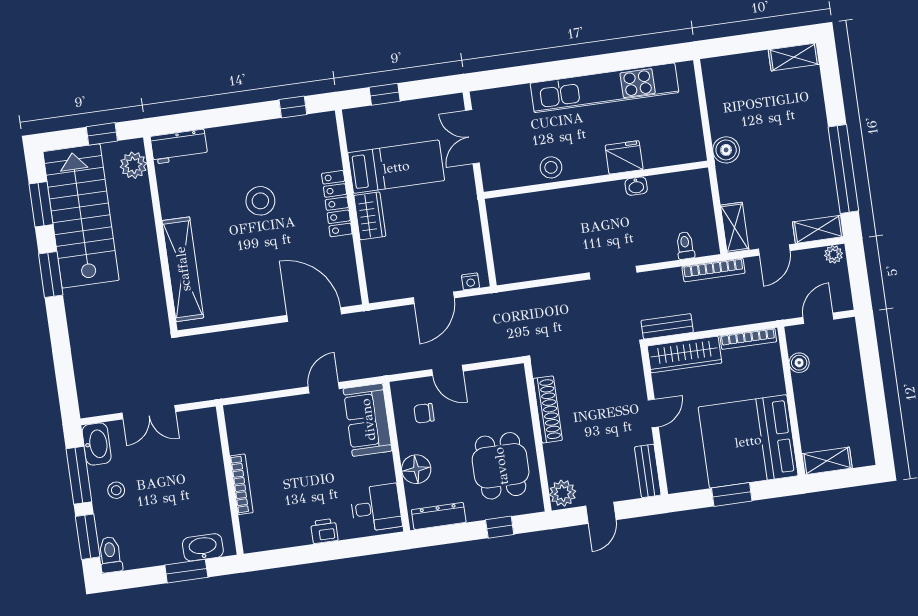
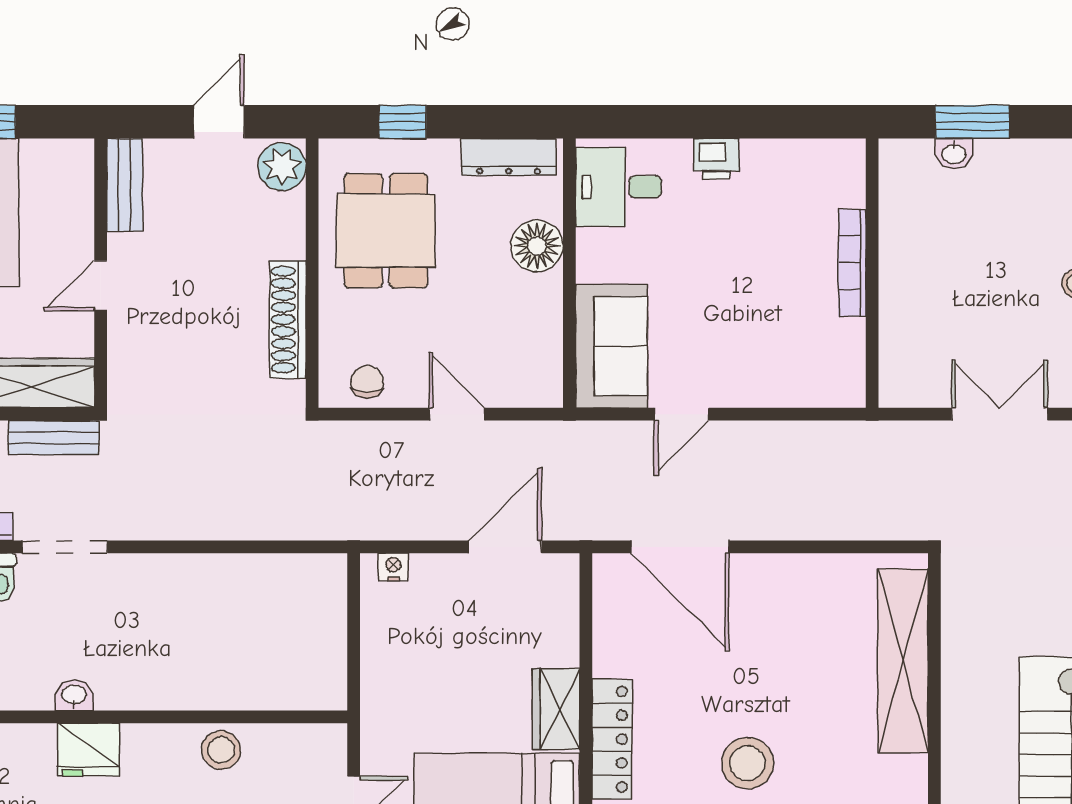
doorway: (613, 273) -> (65, 547), moved
door: (434, 298) -> (505, 547), moved
chair: (424, 413) -> (367, 382), moved, turned -90
washbasin: (203, 547) -> (954, 153), width x0.52, depth x0.69

